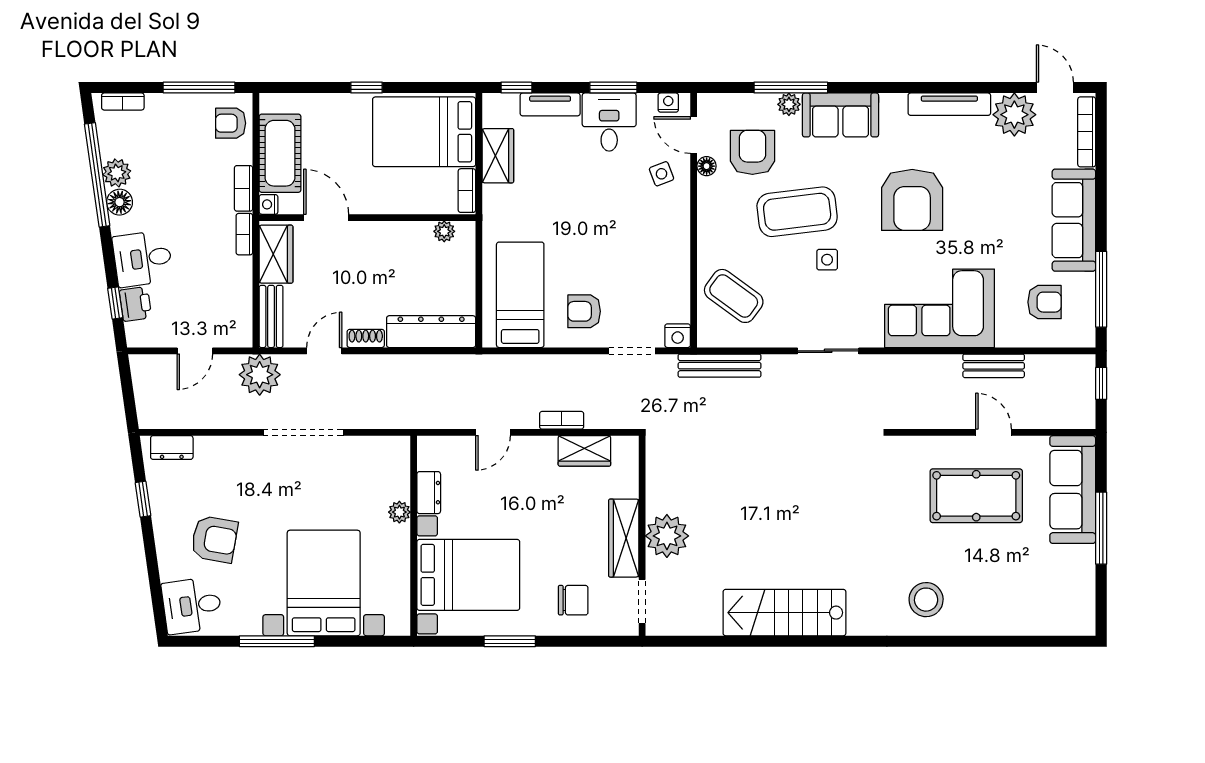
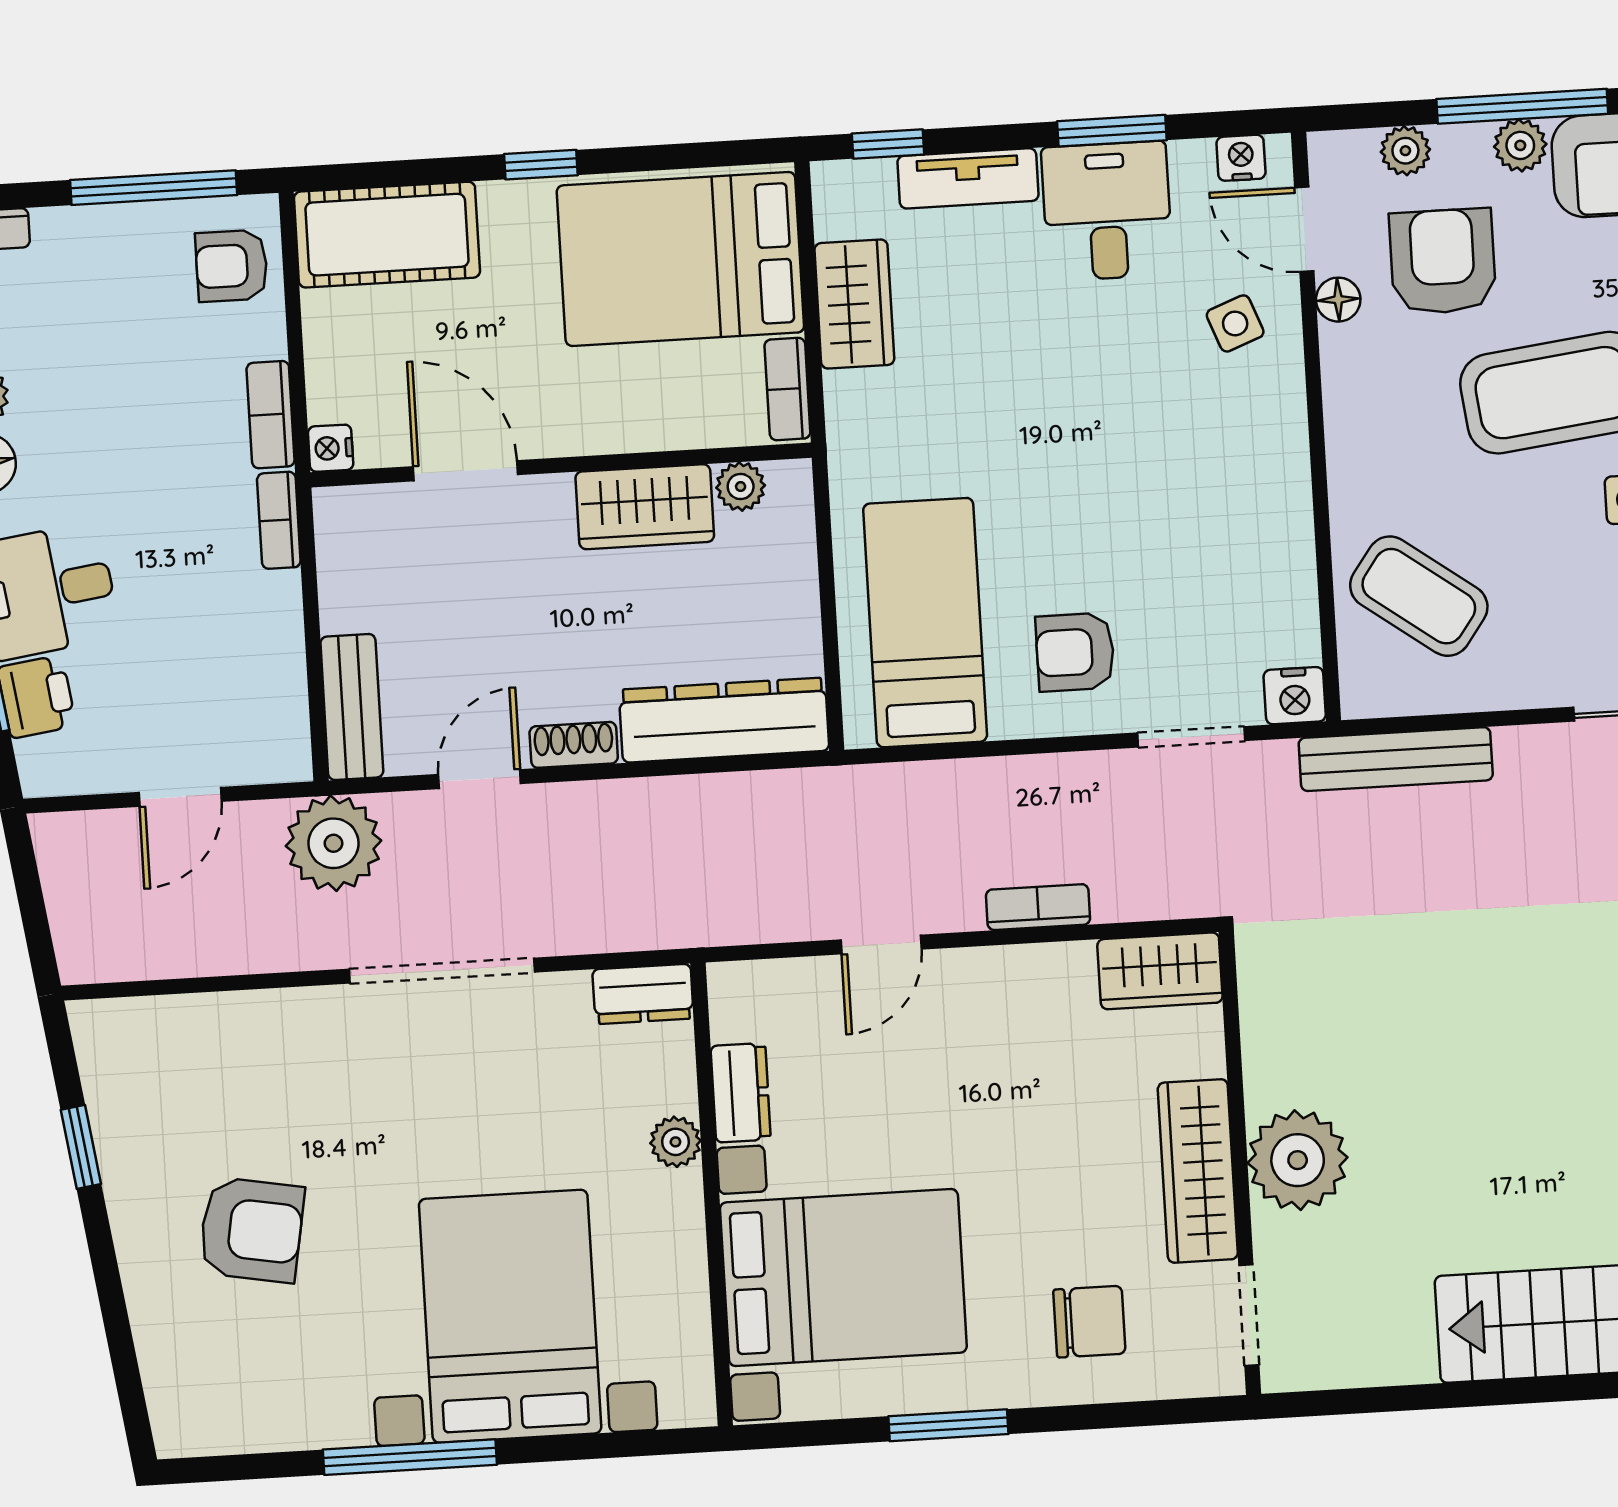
plant: (739, 104) -> (1405, 151), added
cot: (280, 153) -> (387, 235), moved, turned 90
wardrobe: (276, 254) -> (645, 507), moved, turned 90
dresser: (172, 448) -> (643, 994), moved
wardrobe: (584, 451) -> (1160, 971), moved
desk: (192, 606) -> (209, 1386), removed

